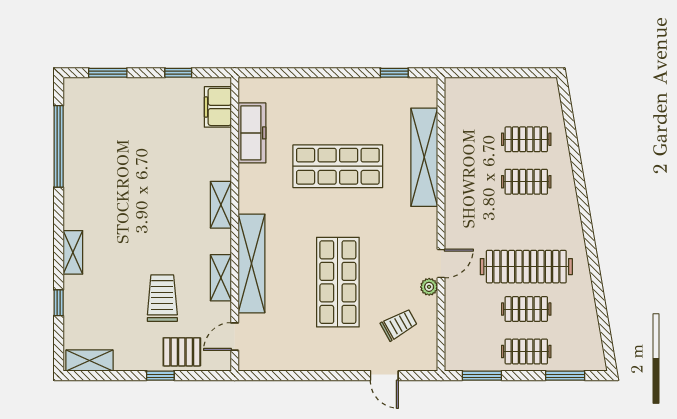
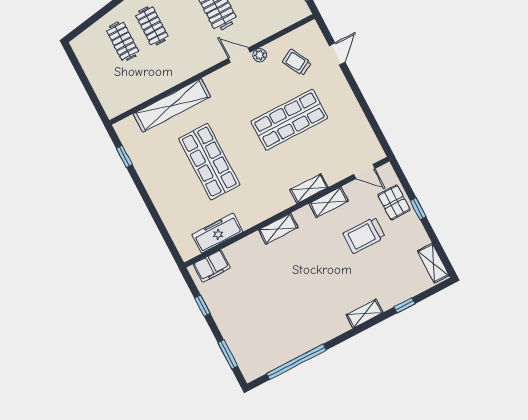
shelving: (252, 263) -> (309, 189), width x0.45, depth x0.75

